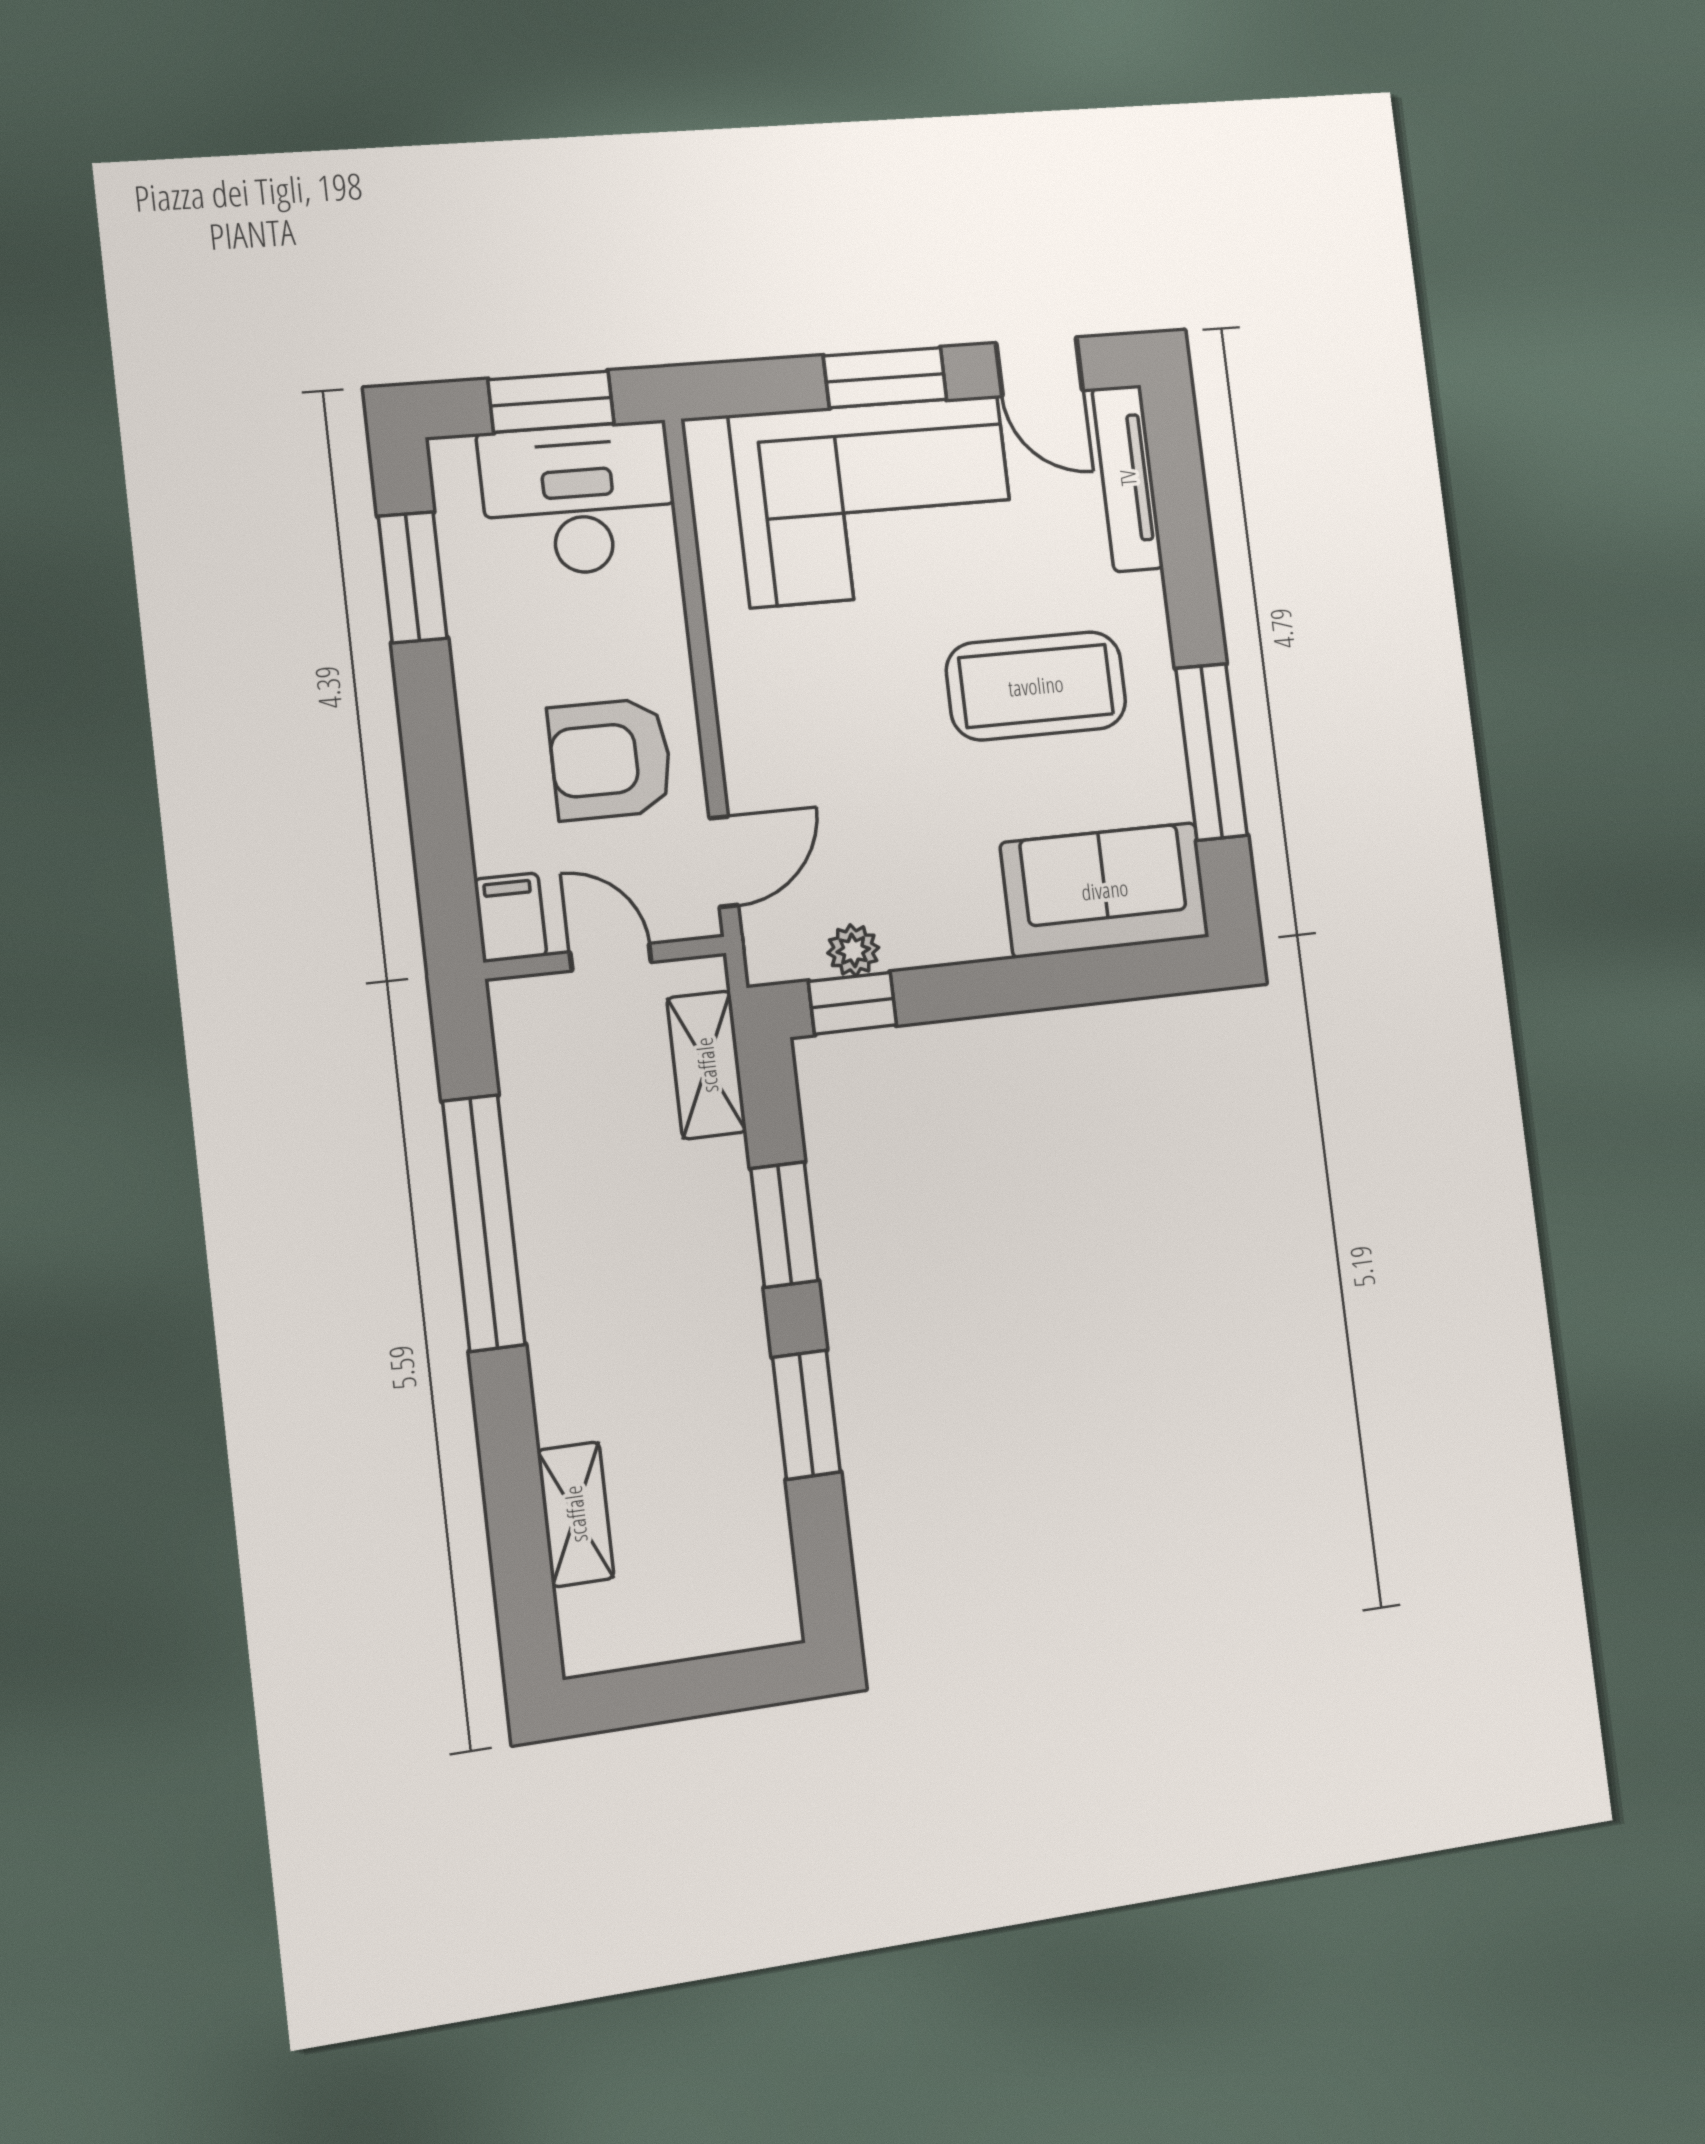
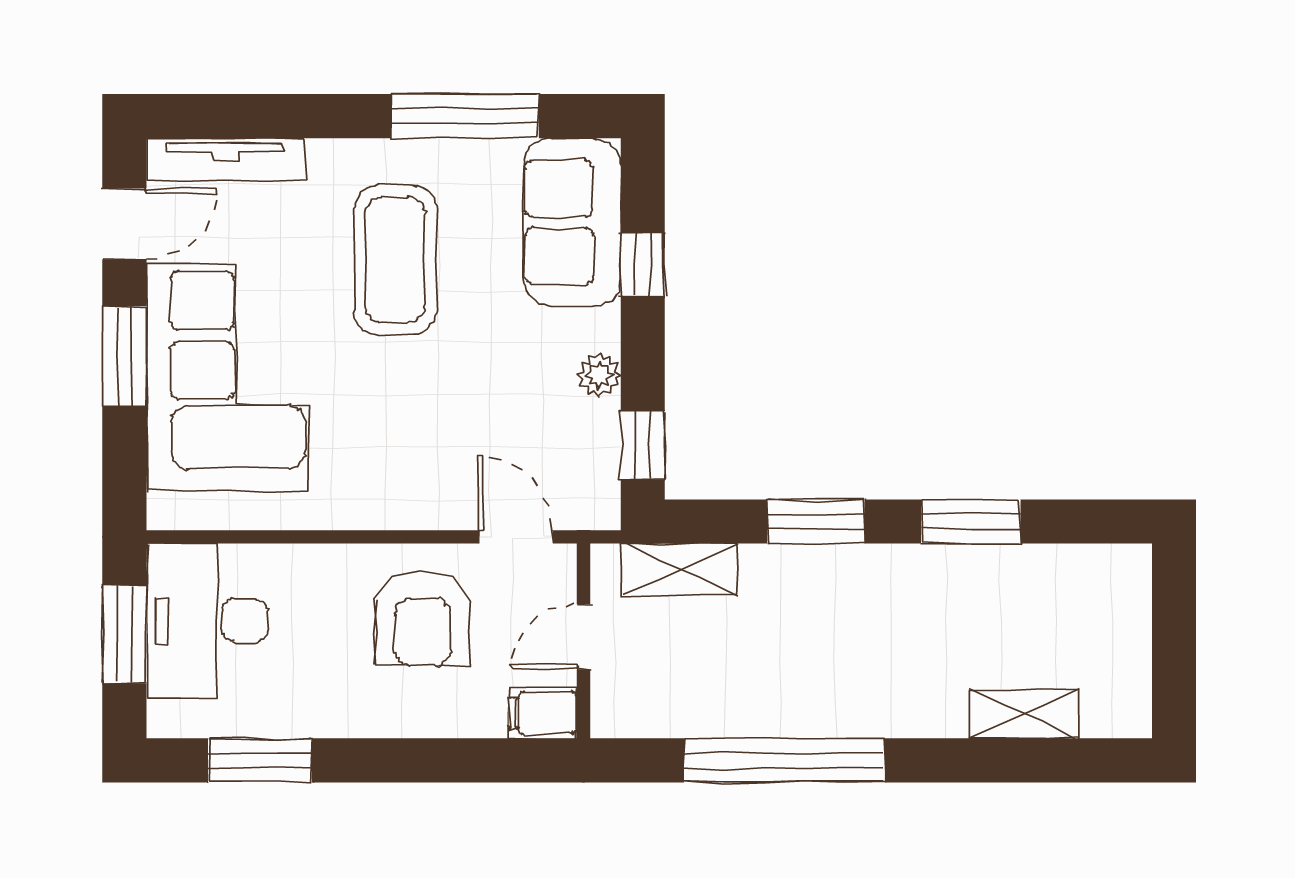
plant: (853, 950) -> (599, 375), moved
window: (1066, 979) -> (643, 264), added

